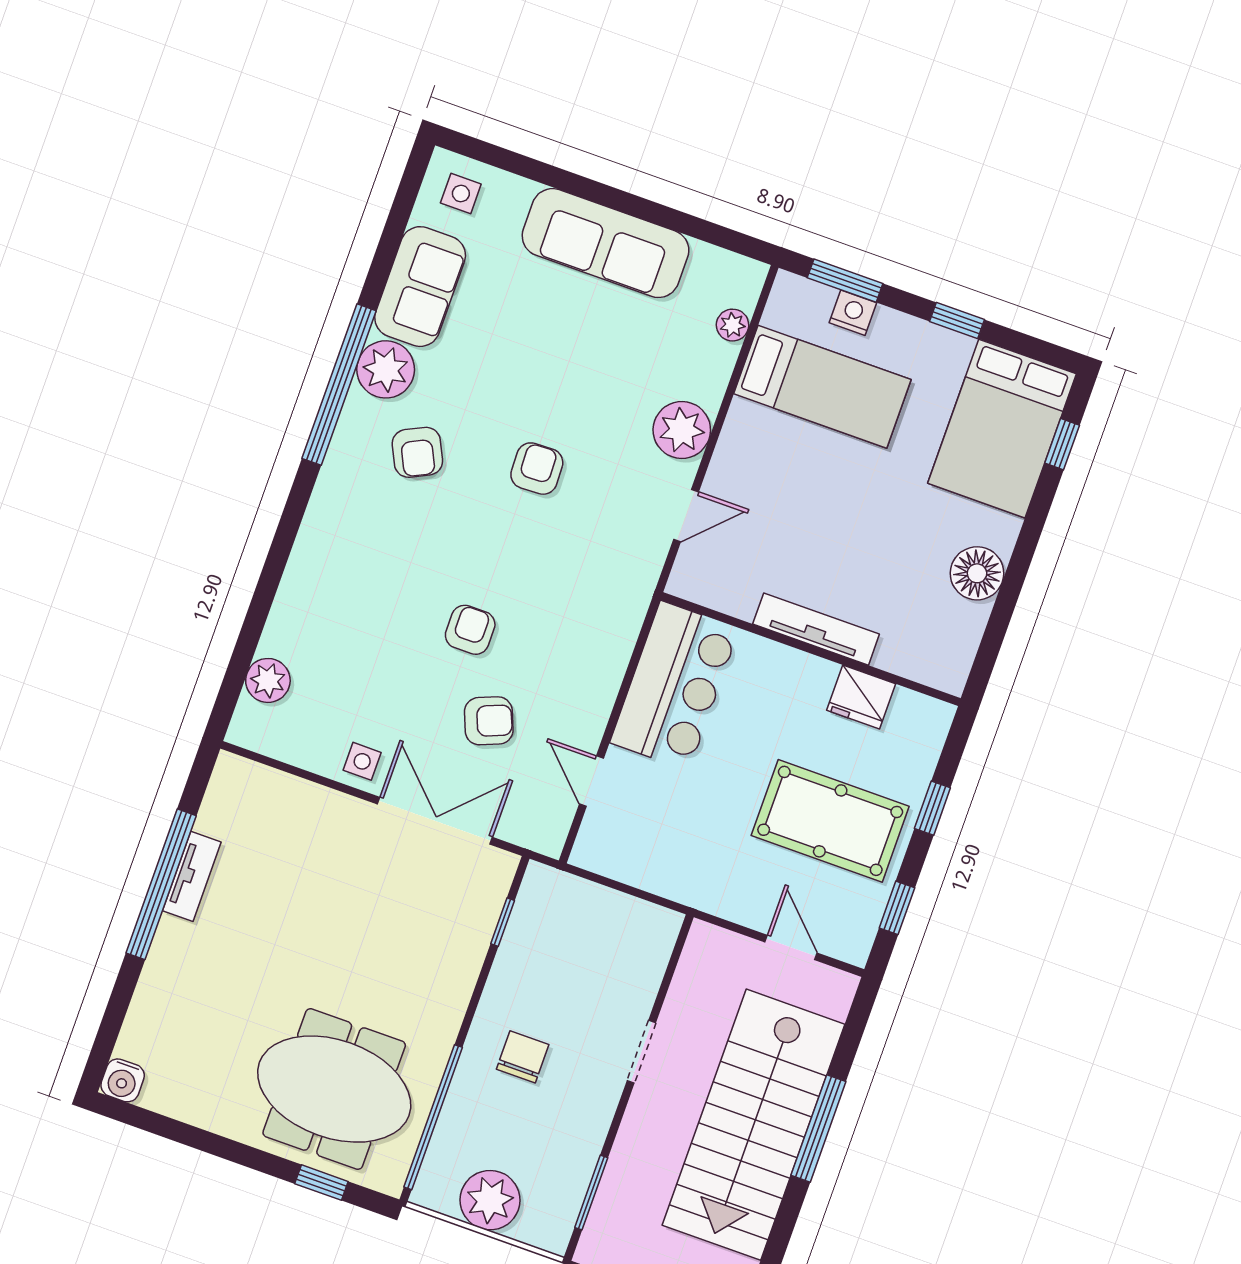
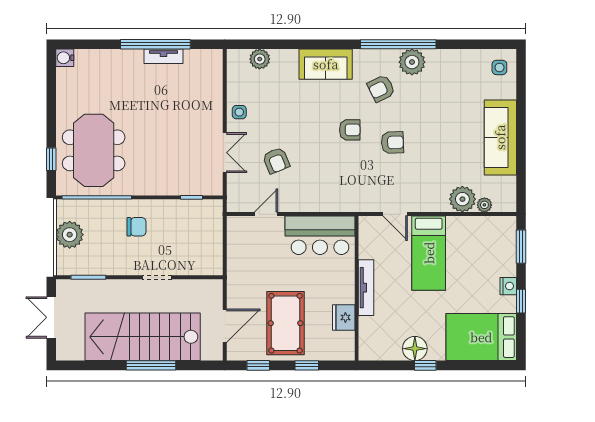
sofa: (420, 287) -> (326, 64), moved
nightstand: (853, 313) -> (508, 286), moved
bed: (822, 387) -> (429, 253), moved
plant: (682, 430) -> (462, 199), moved
window: (1062, 444) -> (425, 365), moved
armchair: (470, 630) -> (350, 130), moved
double door: (435, 821) -> (225, 153), width x0.73
door: (791, 948) -> (225, 326), width x1.38

